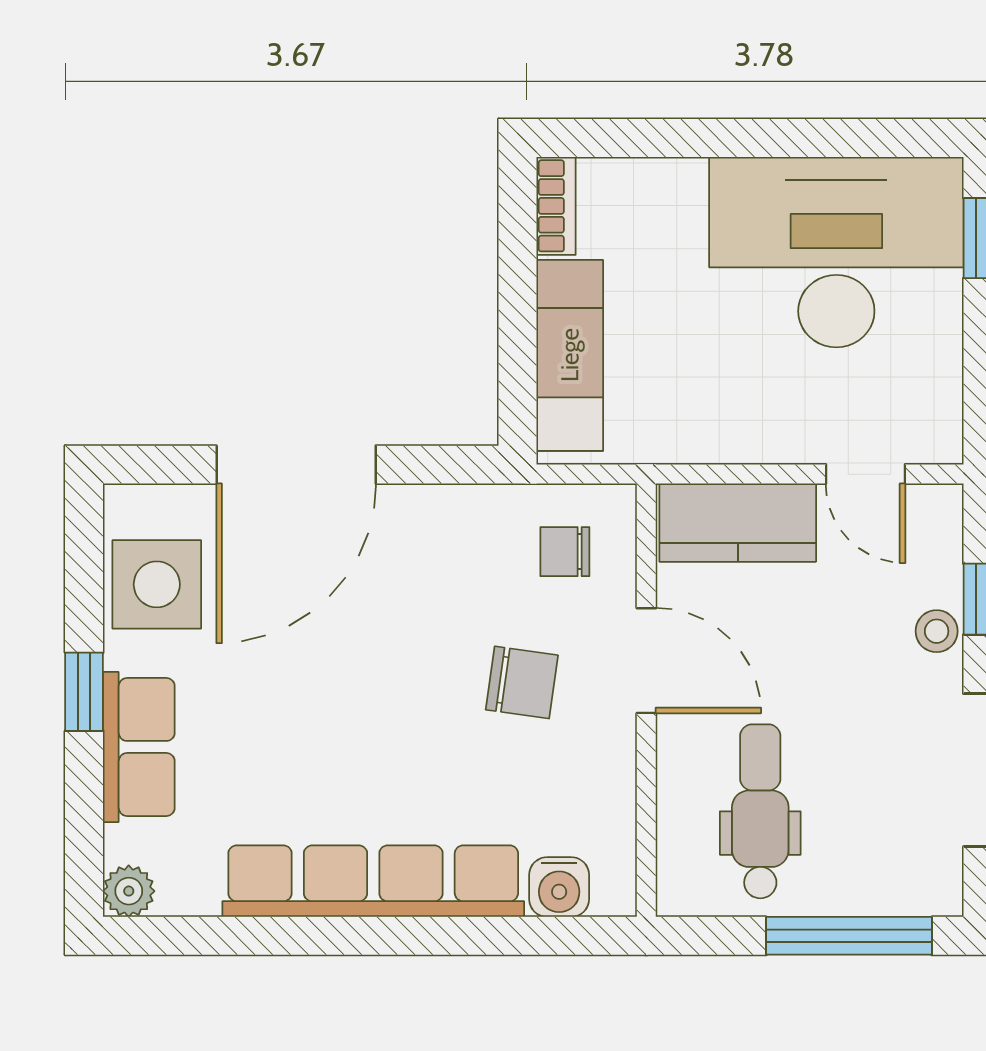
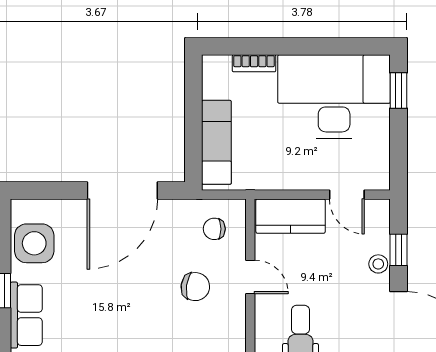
bookcase: (556, 206) -> (254, 63), moved, turned 90
door: (296, 465) -> (122, 190), moved
door: (646, 661) -> (250, 277), width x0.73

